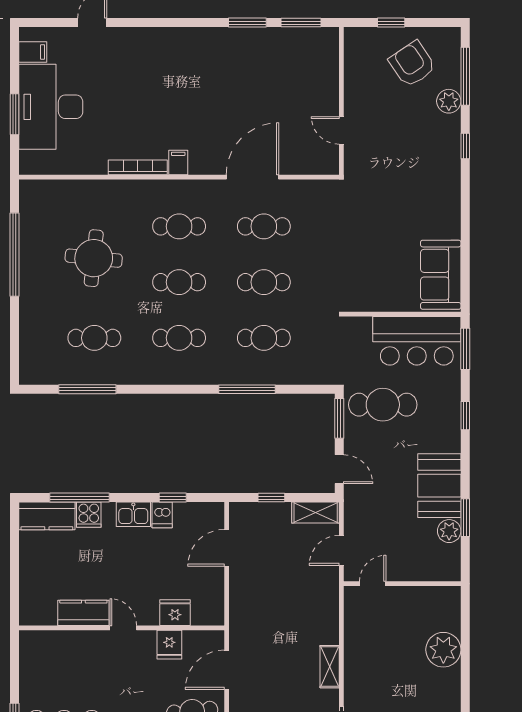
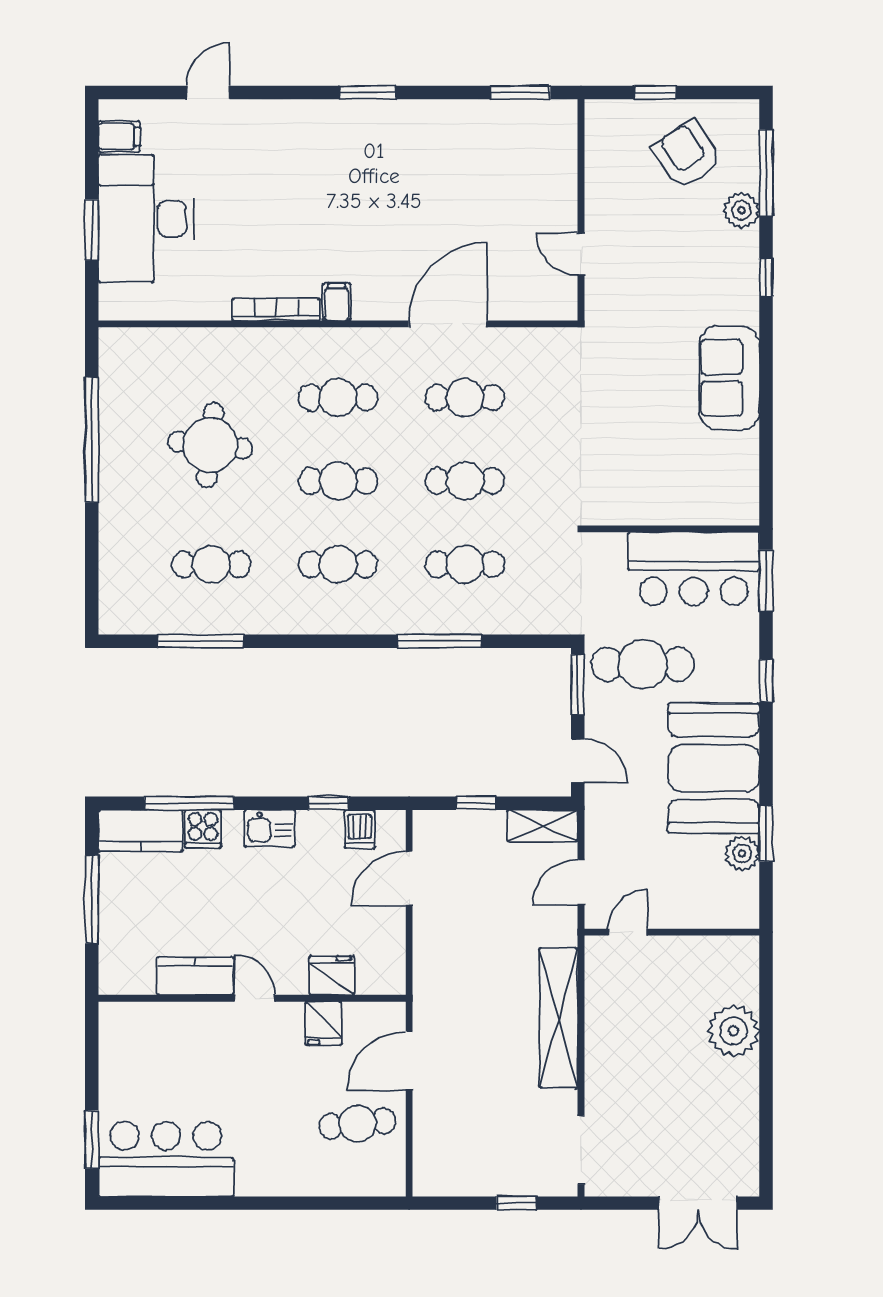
window: (247, 23) -> (367, 93), moved
sofa: (441, 275) -> (729, 378), moved
booth: (439, 486) -> (714, 768), width x1.36, depth x1.42
dishwasher: (162, 515) -> (360, 829), moved
window: (14, 562) -> (92, 899), added
shelving: (330, 667) -> (559, 1018), width x2.20, depth x1.33

